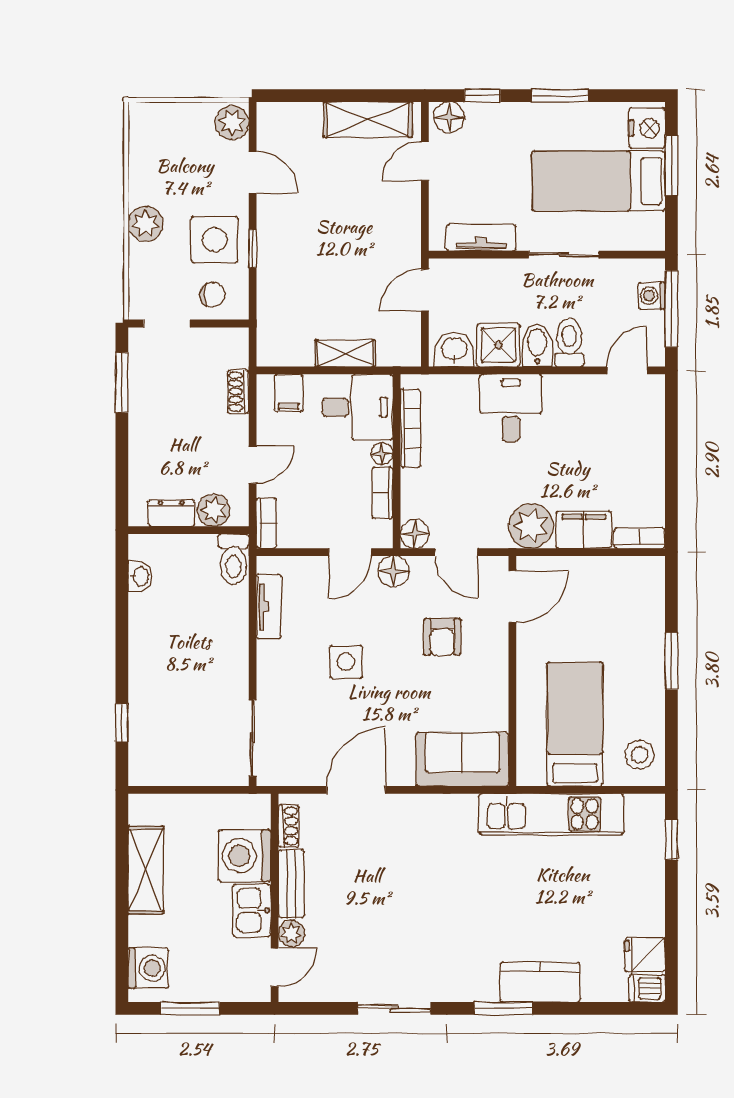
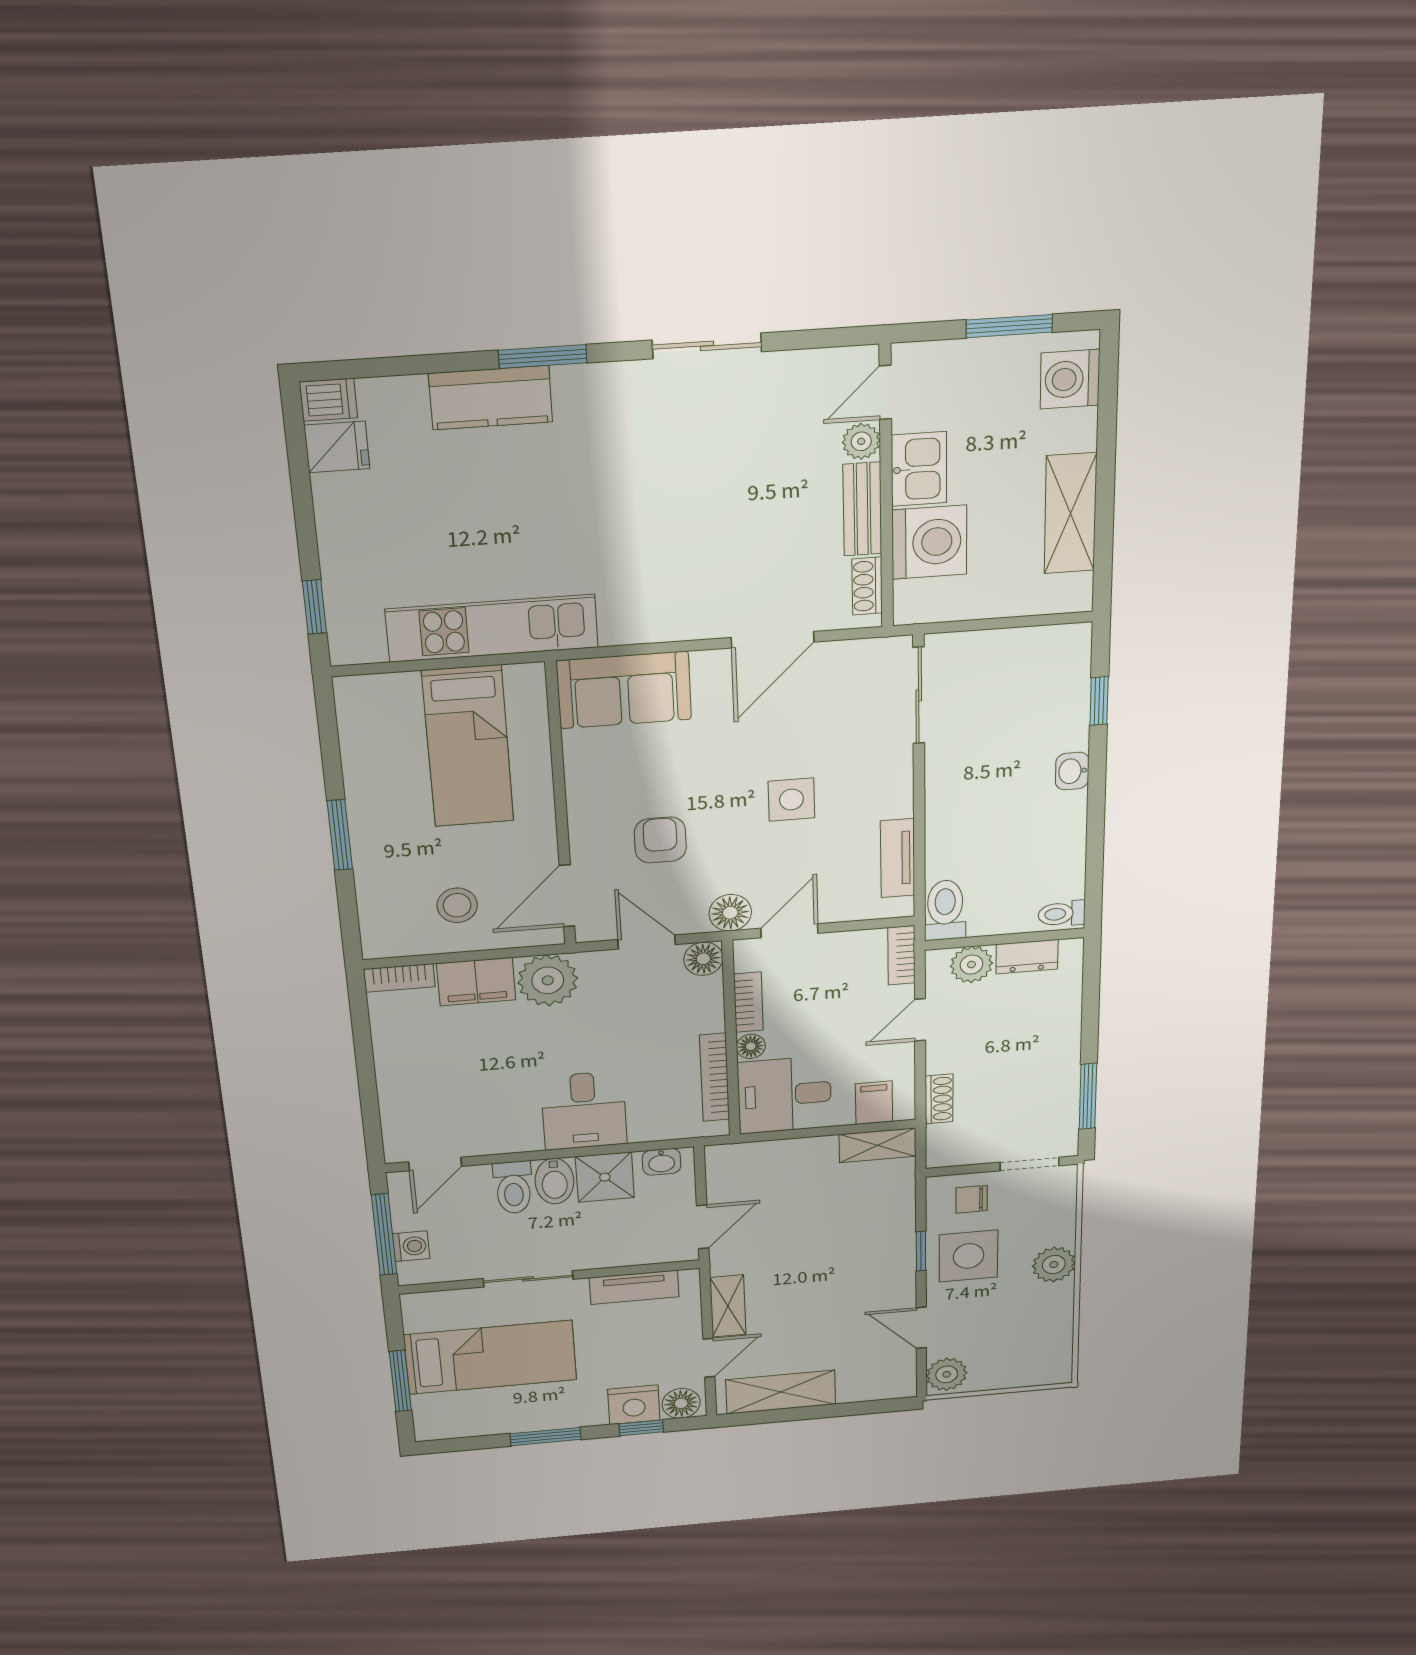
nightstand: (647, 128) -> (634, 1405), moved, turned -90
shelving: (408, 211) -> (728, 1306), added
washbasin: (454, 350) -> (662, 1162), width x0.72, depth x0.69
shelving: (345, 353) -> (878, 1145), moved
toilet: (146, 548) -> (1062, 914), added
washbasin: (140, 576) -> (1072, 771), moved
stool: (640, 755) -> (457, 905), moved

